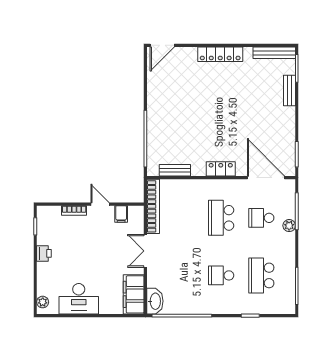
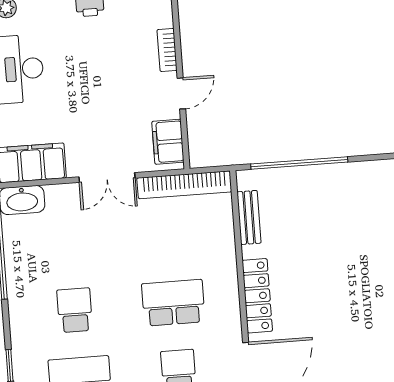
locker: (221, 169) -> (257, 296), width x1.53
filing cabinet: (121, 214) -> (168, 142), width x2.00
double door: (145, 251) -> (107, 177), swing flipped

